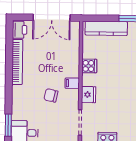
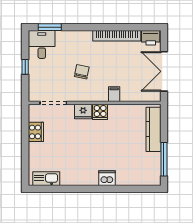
cooker: (89, 66) -> (100, 112), moved
filing cabinet: (72, 83) -> (114, 94), moved

